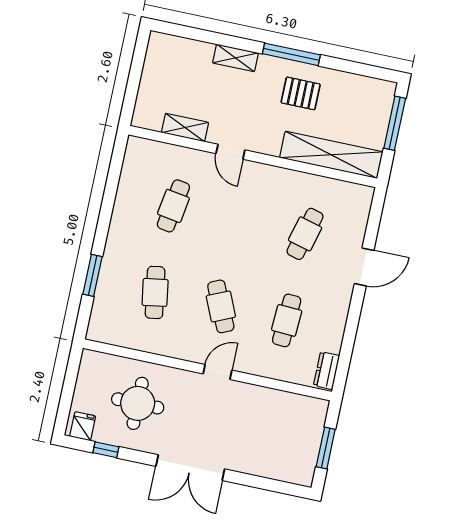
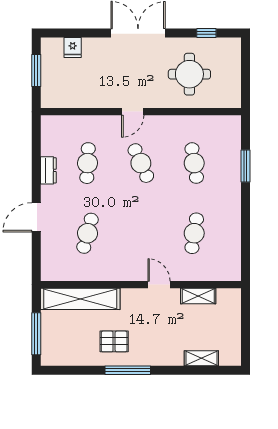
shelving: (235, 58) -> (201, 358), moved
dresser: (327, 371) -> (48, 170), moved
fridge: (83, 426) -> (73, 47), moved

